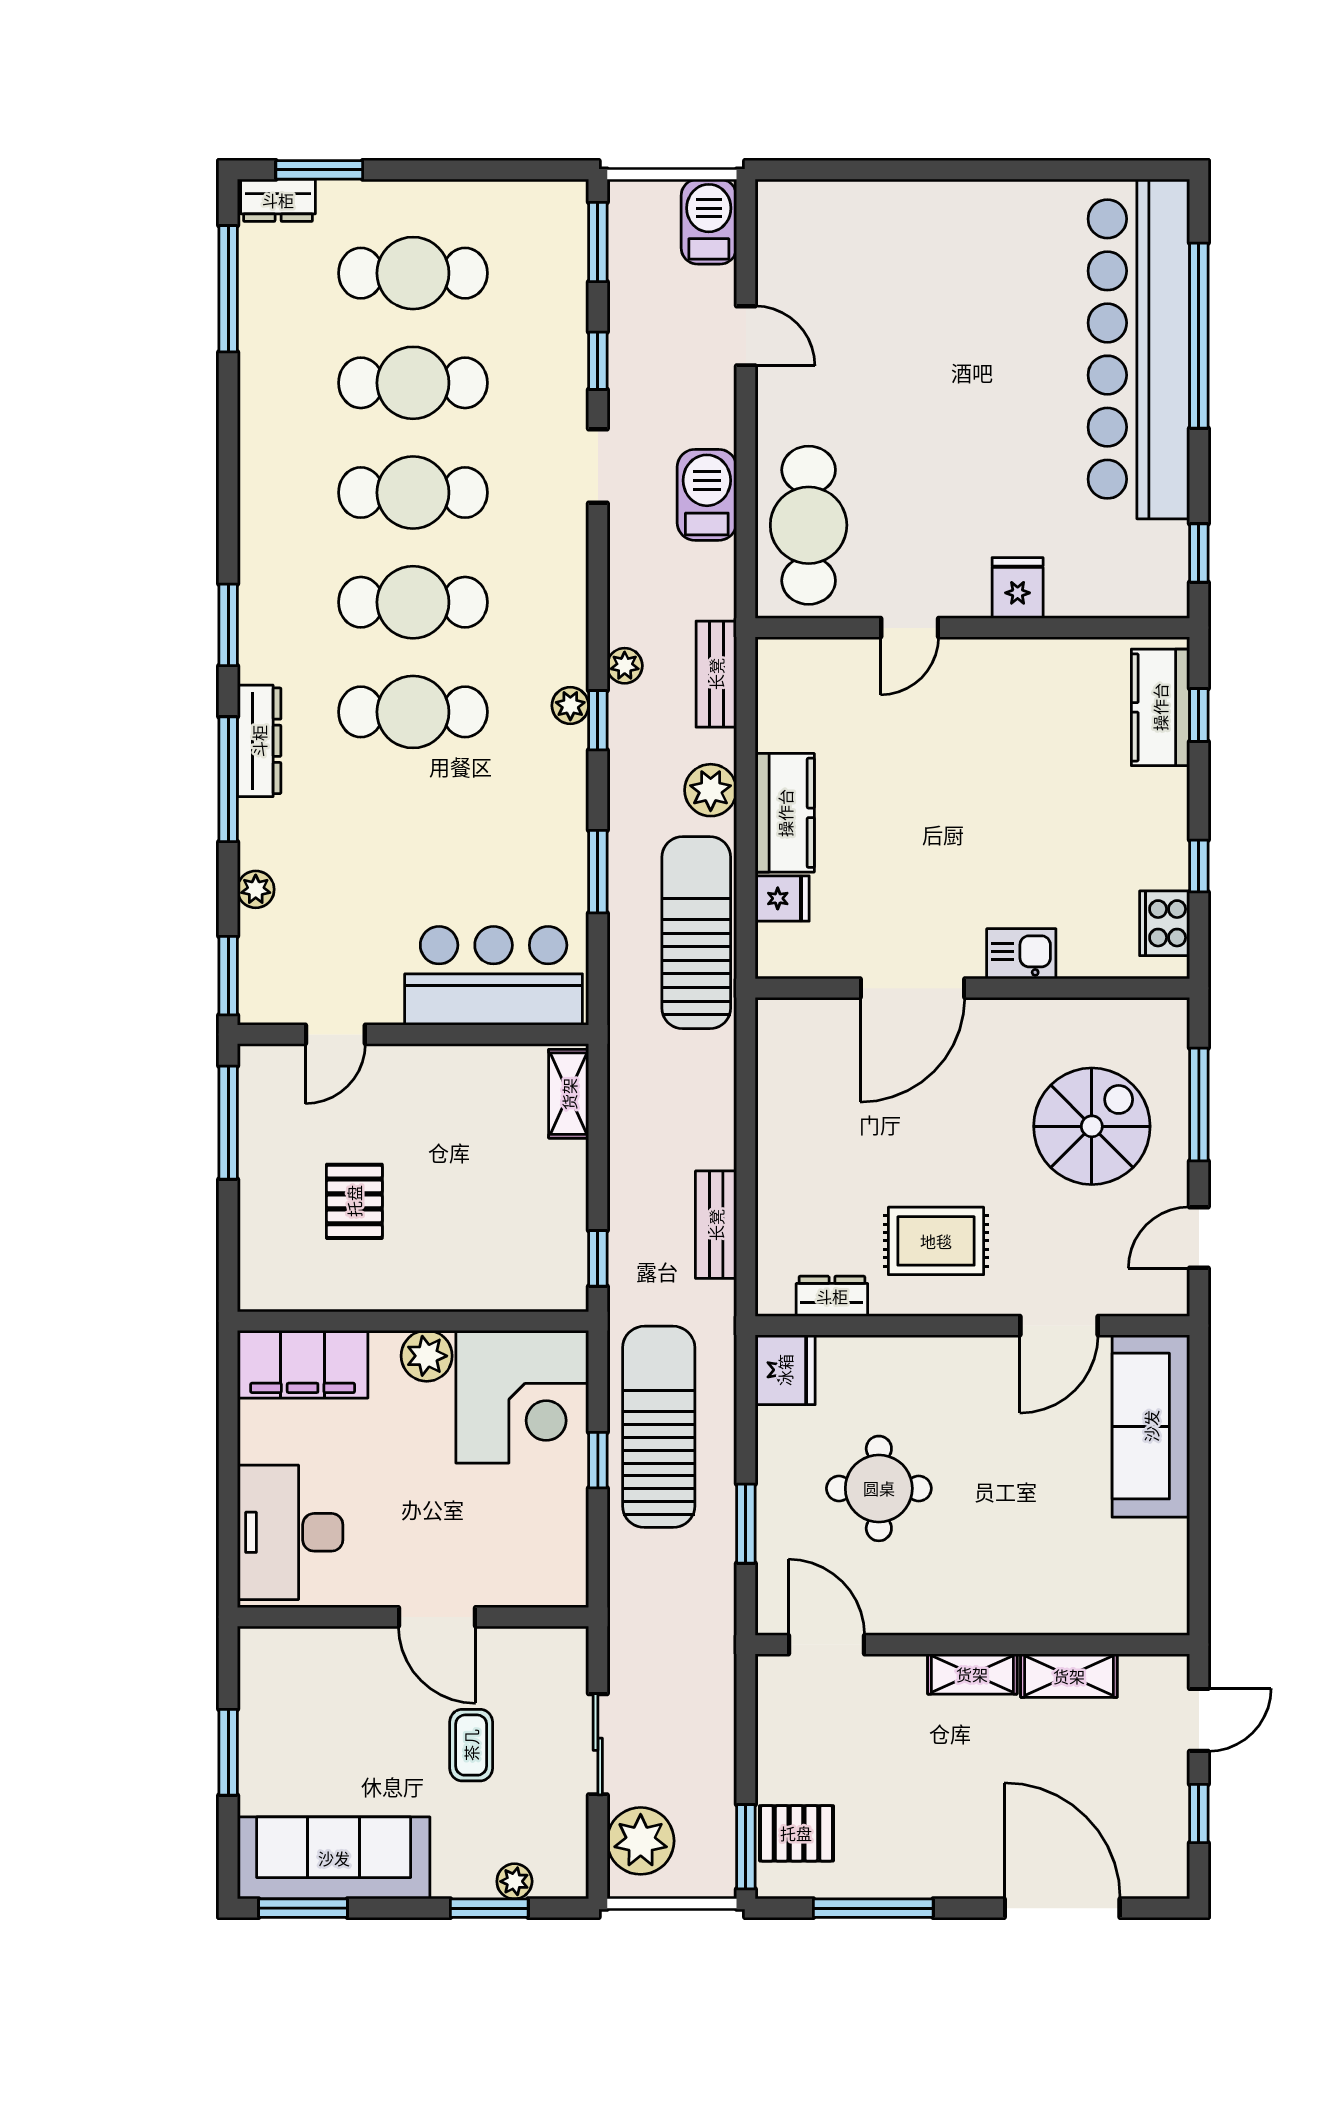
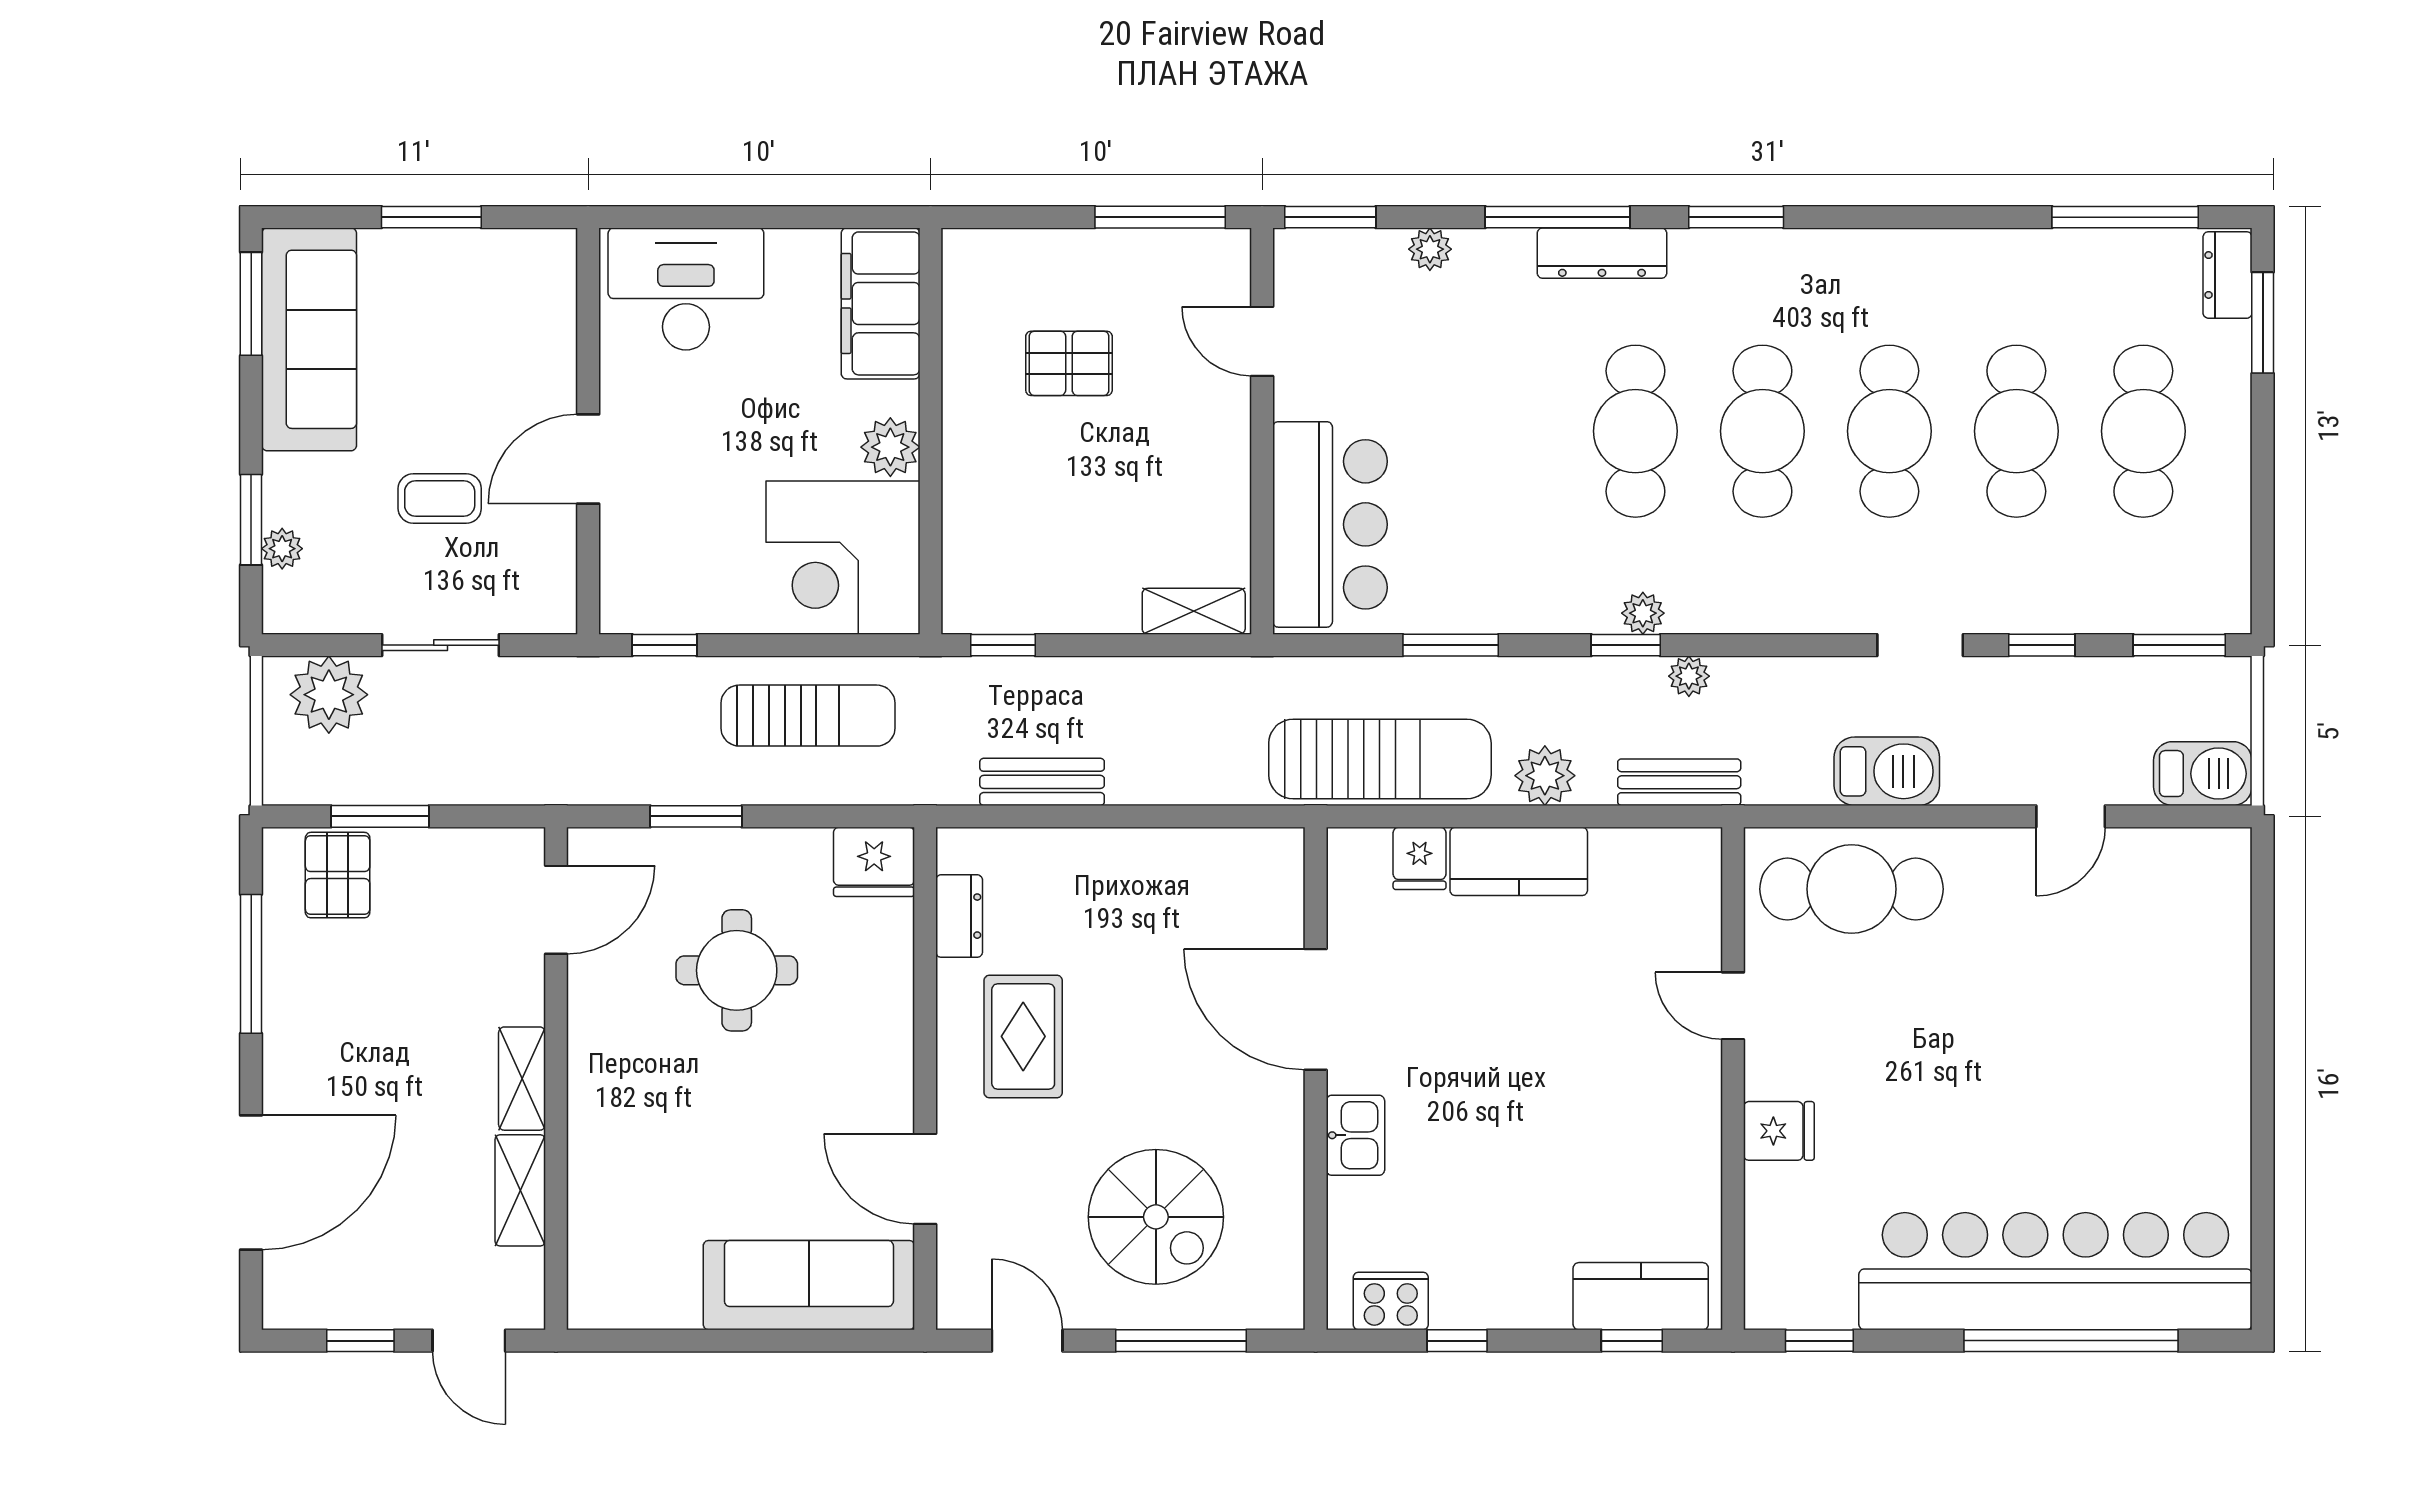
sun lounger: (659, 1427) -> (808, 716), width x0.73, depth x0.75
window: (598, 1460) -> (665, 645), moved
window: (746, 1847) -> (380, 816), moved

